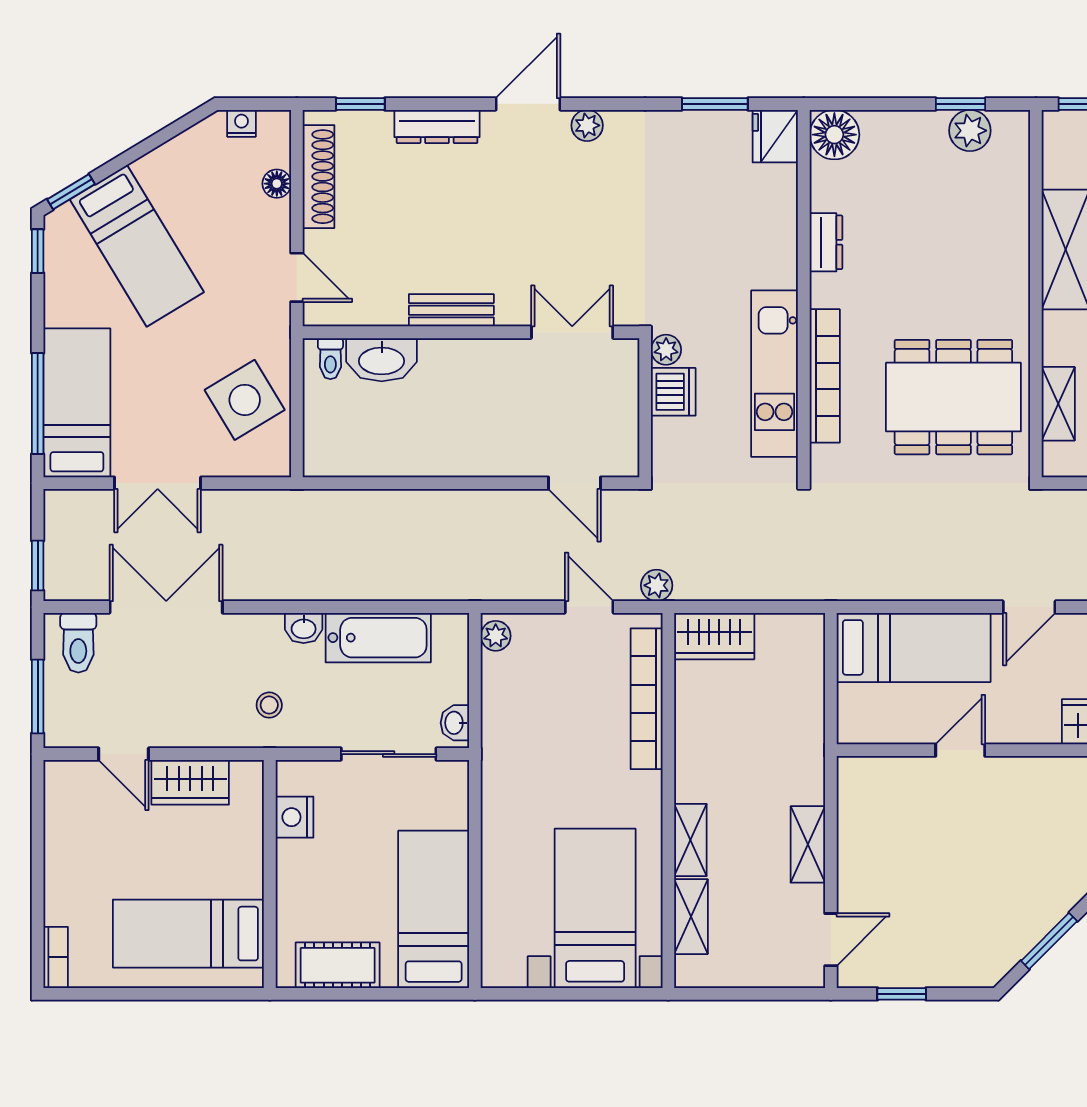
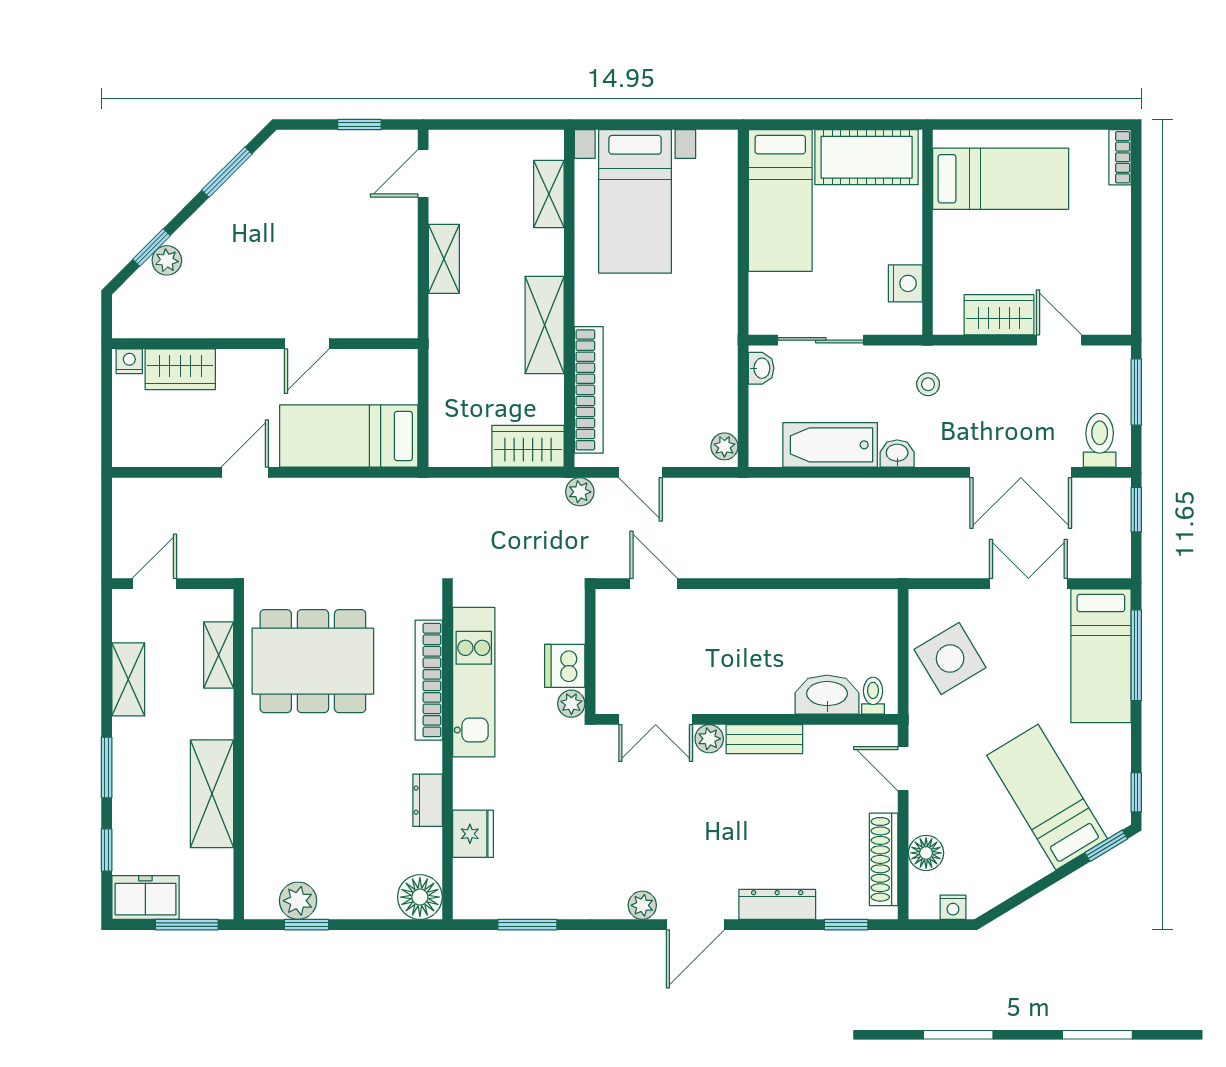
fridge: (775, 136) -> (473, 834), moved
floor lamp: (277, 184) -> (926, 853), width x1.37, depth x1.37
plant: (513, 311) -> (709, 739), added
shelving: (690, 840) -> (545, 325), moved, width x1.50, depth x1.33
cot: (338, 965) -> (867, 157), width x1.37, depth x1.34

